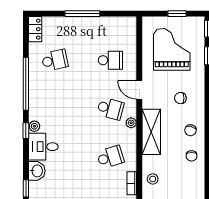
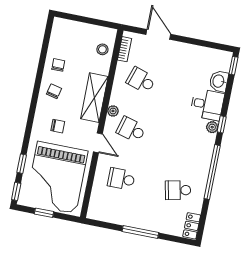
grand piano: (172, 49) -> (57, 177), width x1.37, depth x1.48
school desk: (110, 157) -> (141, 80), turned 36

